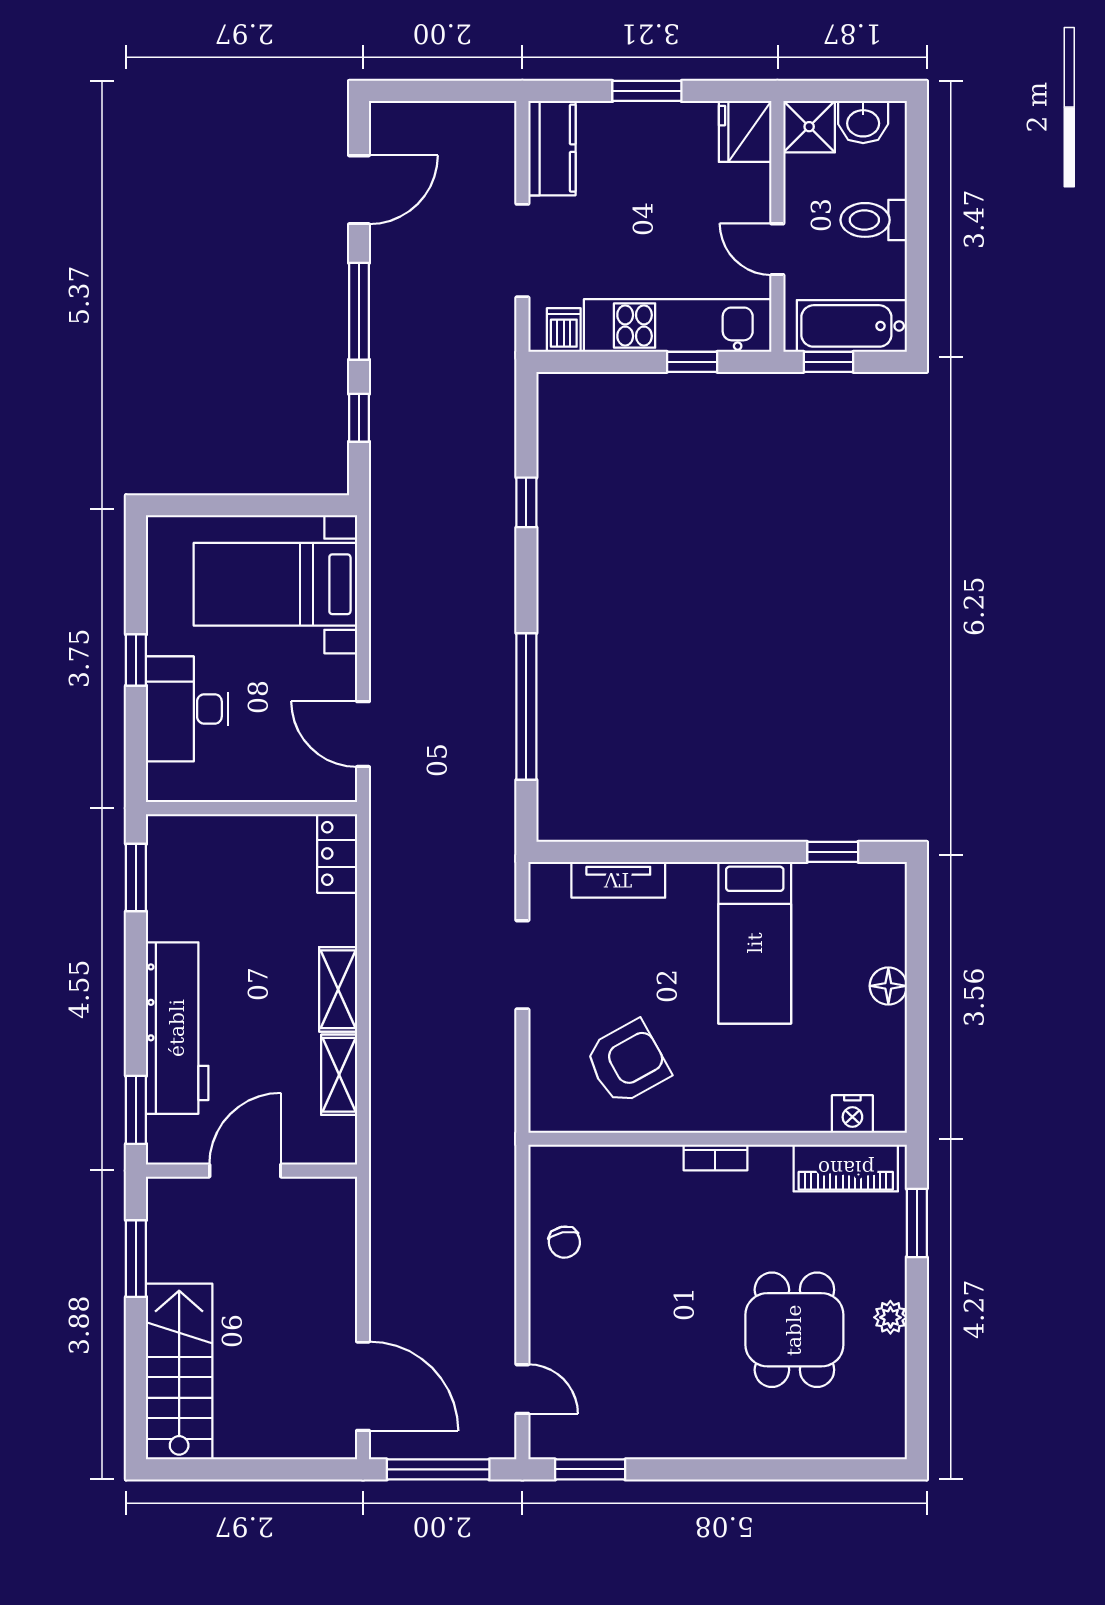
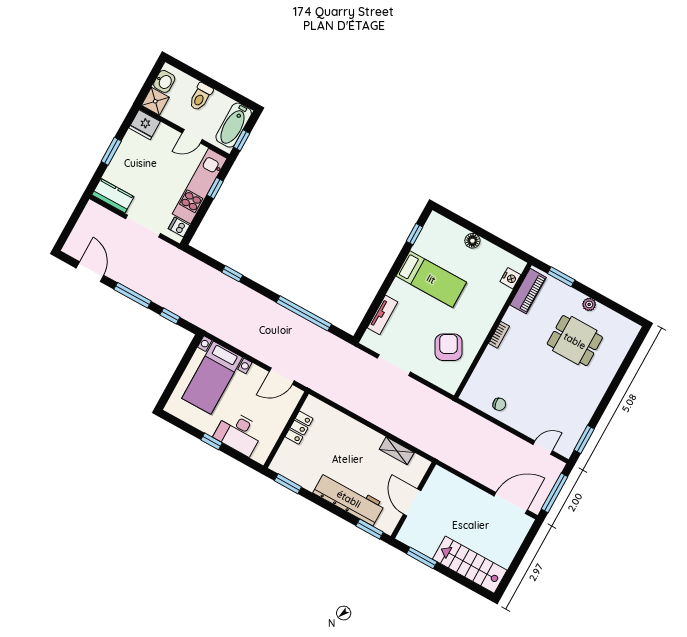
locker: (337, 853) -> (299, 428), moved, turned -90
shelving: (338, 989) -> (366, 435), removed

